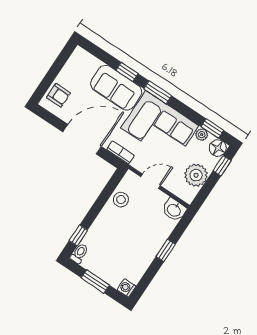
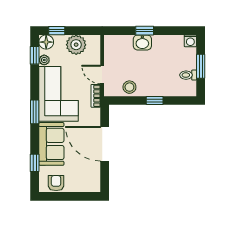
window: (127, 72) -> (35, 163), moved
armchair: (59, 95) -> (56, 183), moved
bookcase: (121, 152) -> (96, 96), moved
washbasin: (174, 210) -> (142, 42), moved, turned 90
window: (78, 235) -> (155, 101), moved
toilet: (79, 253) -> (188, 75), moved

